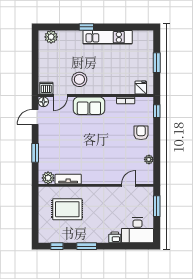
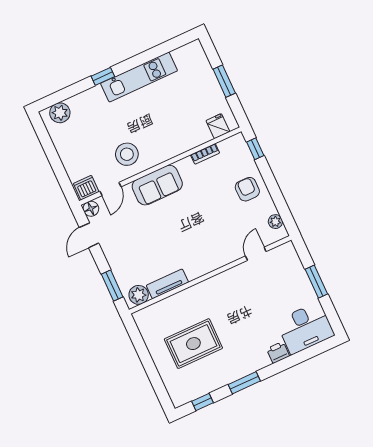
plant: (48, 178) -> (139, 295), moved
tv unit: (68, 179) -> (167, 284), moved
wall: (96, 185) -> (210, 275), moved
door: (128, 185) -> (256, 254), moved

